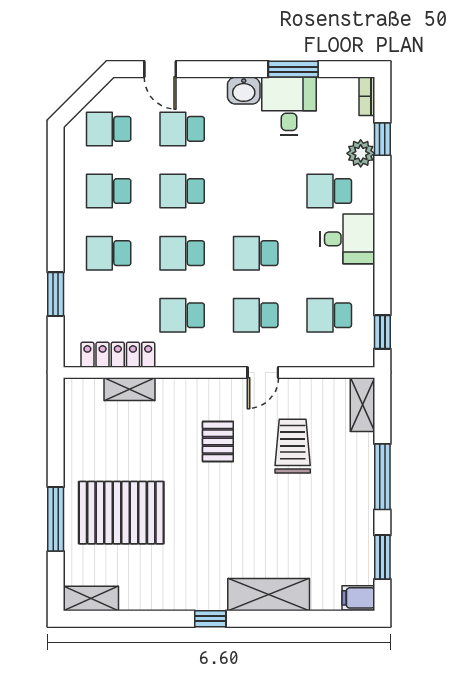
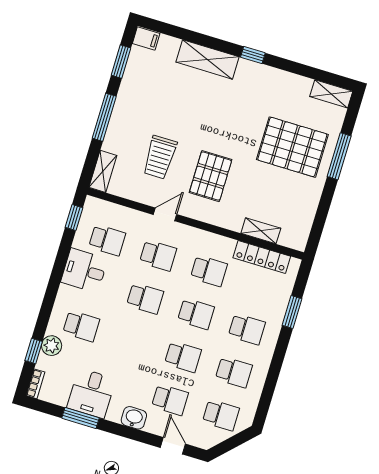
washbasin: (244, 91) -> (134, 418), moved
desk: (347, 239) -> (84, 270), moved
pallet: (218, 441) -> (211, 176), width x1.50, depth x1.42

